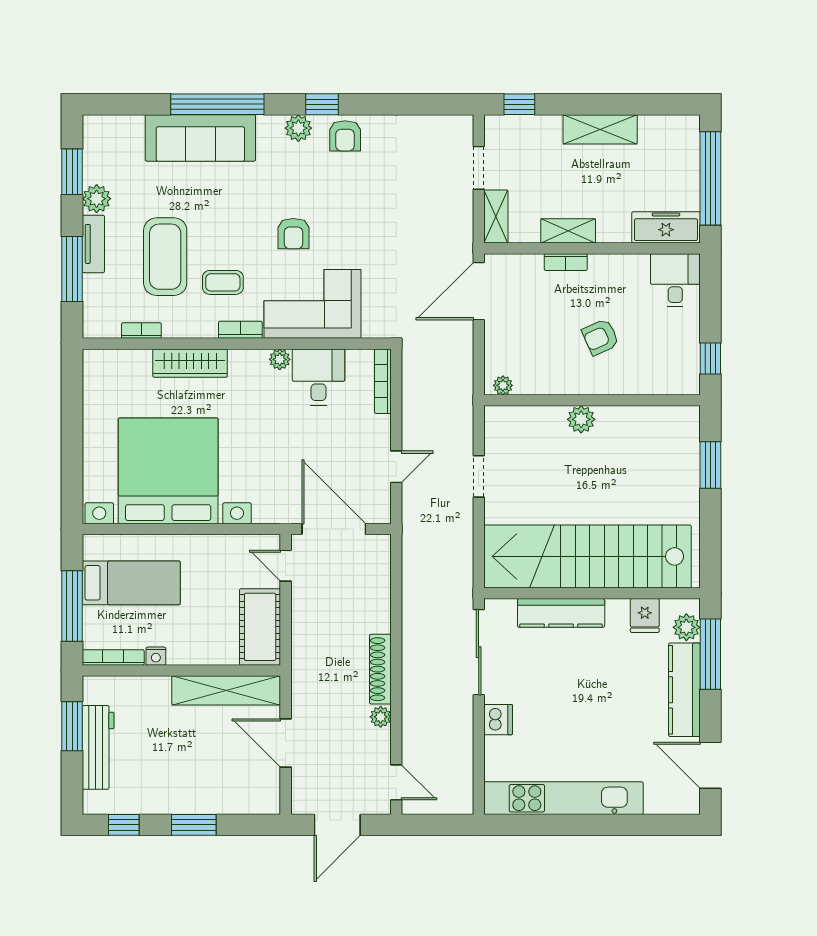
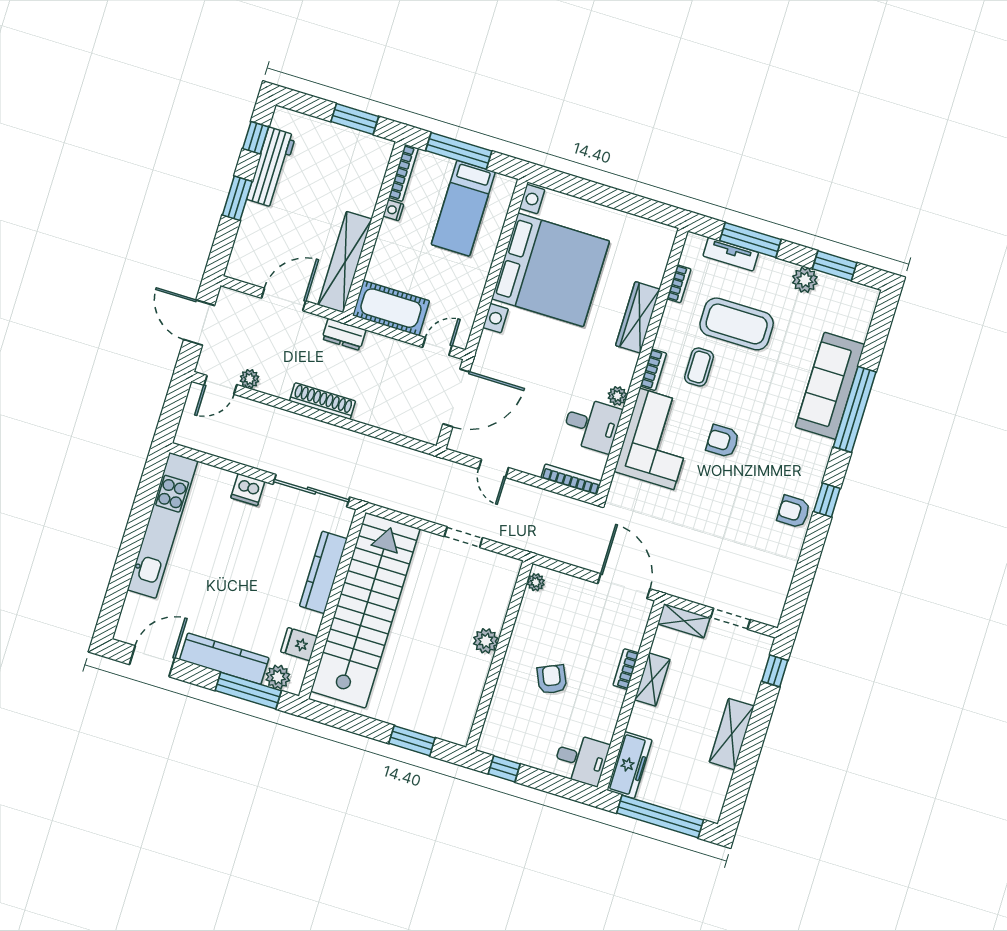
plant: (298, 128) -> (813, 473), removed
tv unit: (93, 244) -> (731, 254), moved
dresser: (303, 668) -> (344, 334), added
plant: (381, 717) -> (250, 379), moved
workbench: (98, 747) -> (271, 167), moved, turned -90

